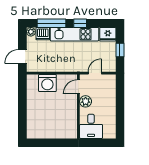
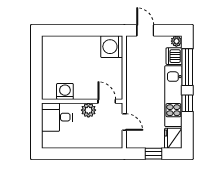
washing machine: (47, 83) -> (112, 47), moved
washing machine: (71, 120) -> (65, 91), added

